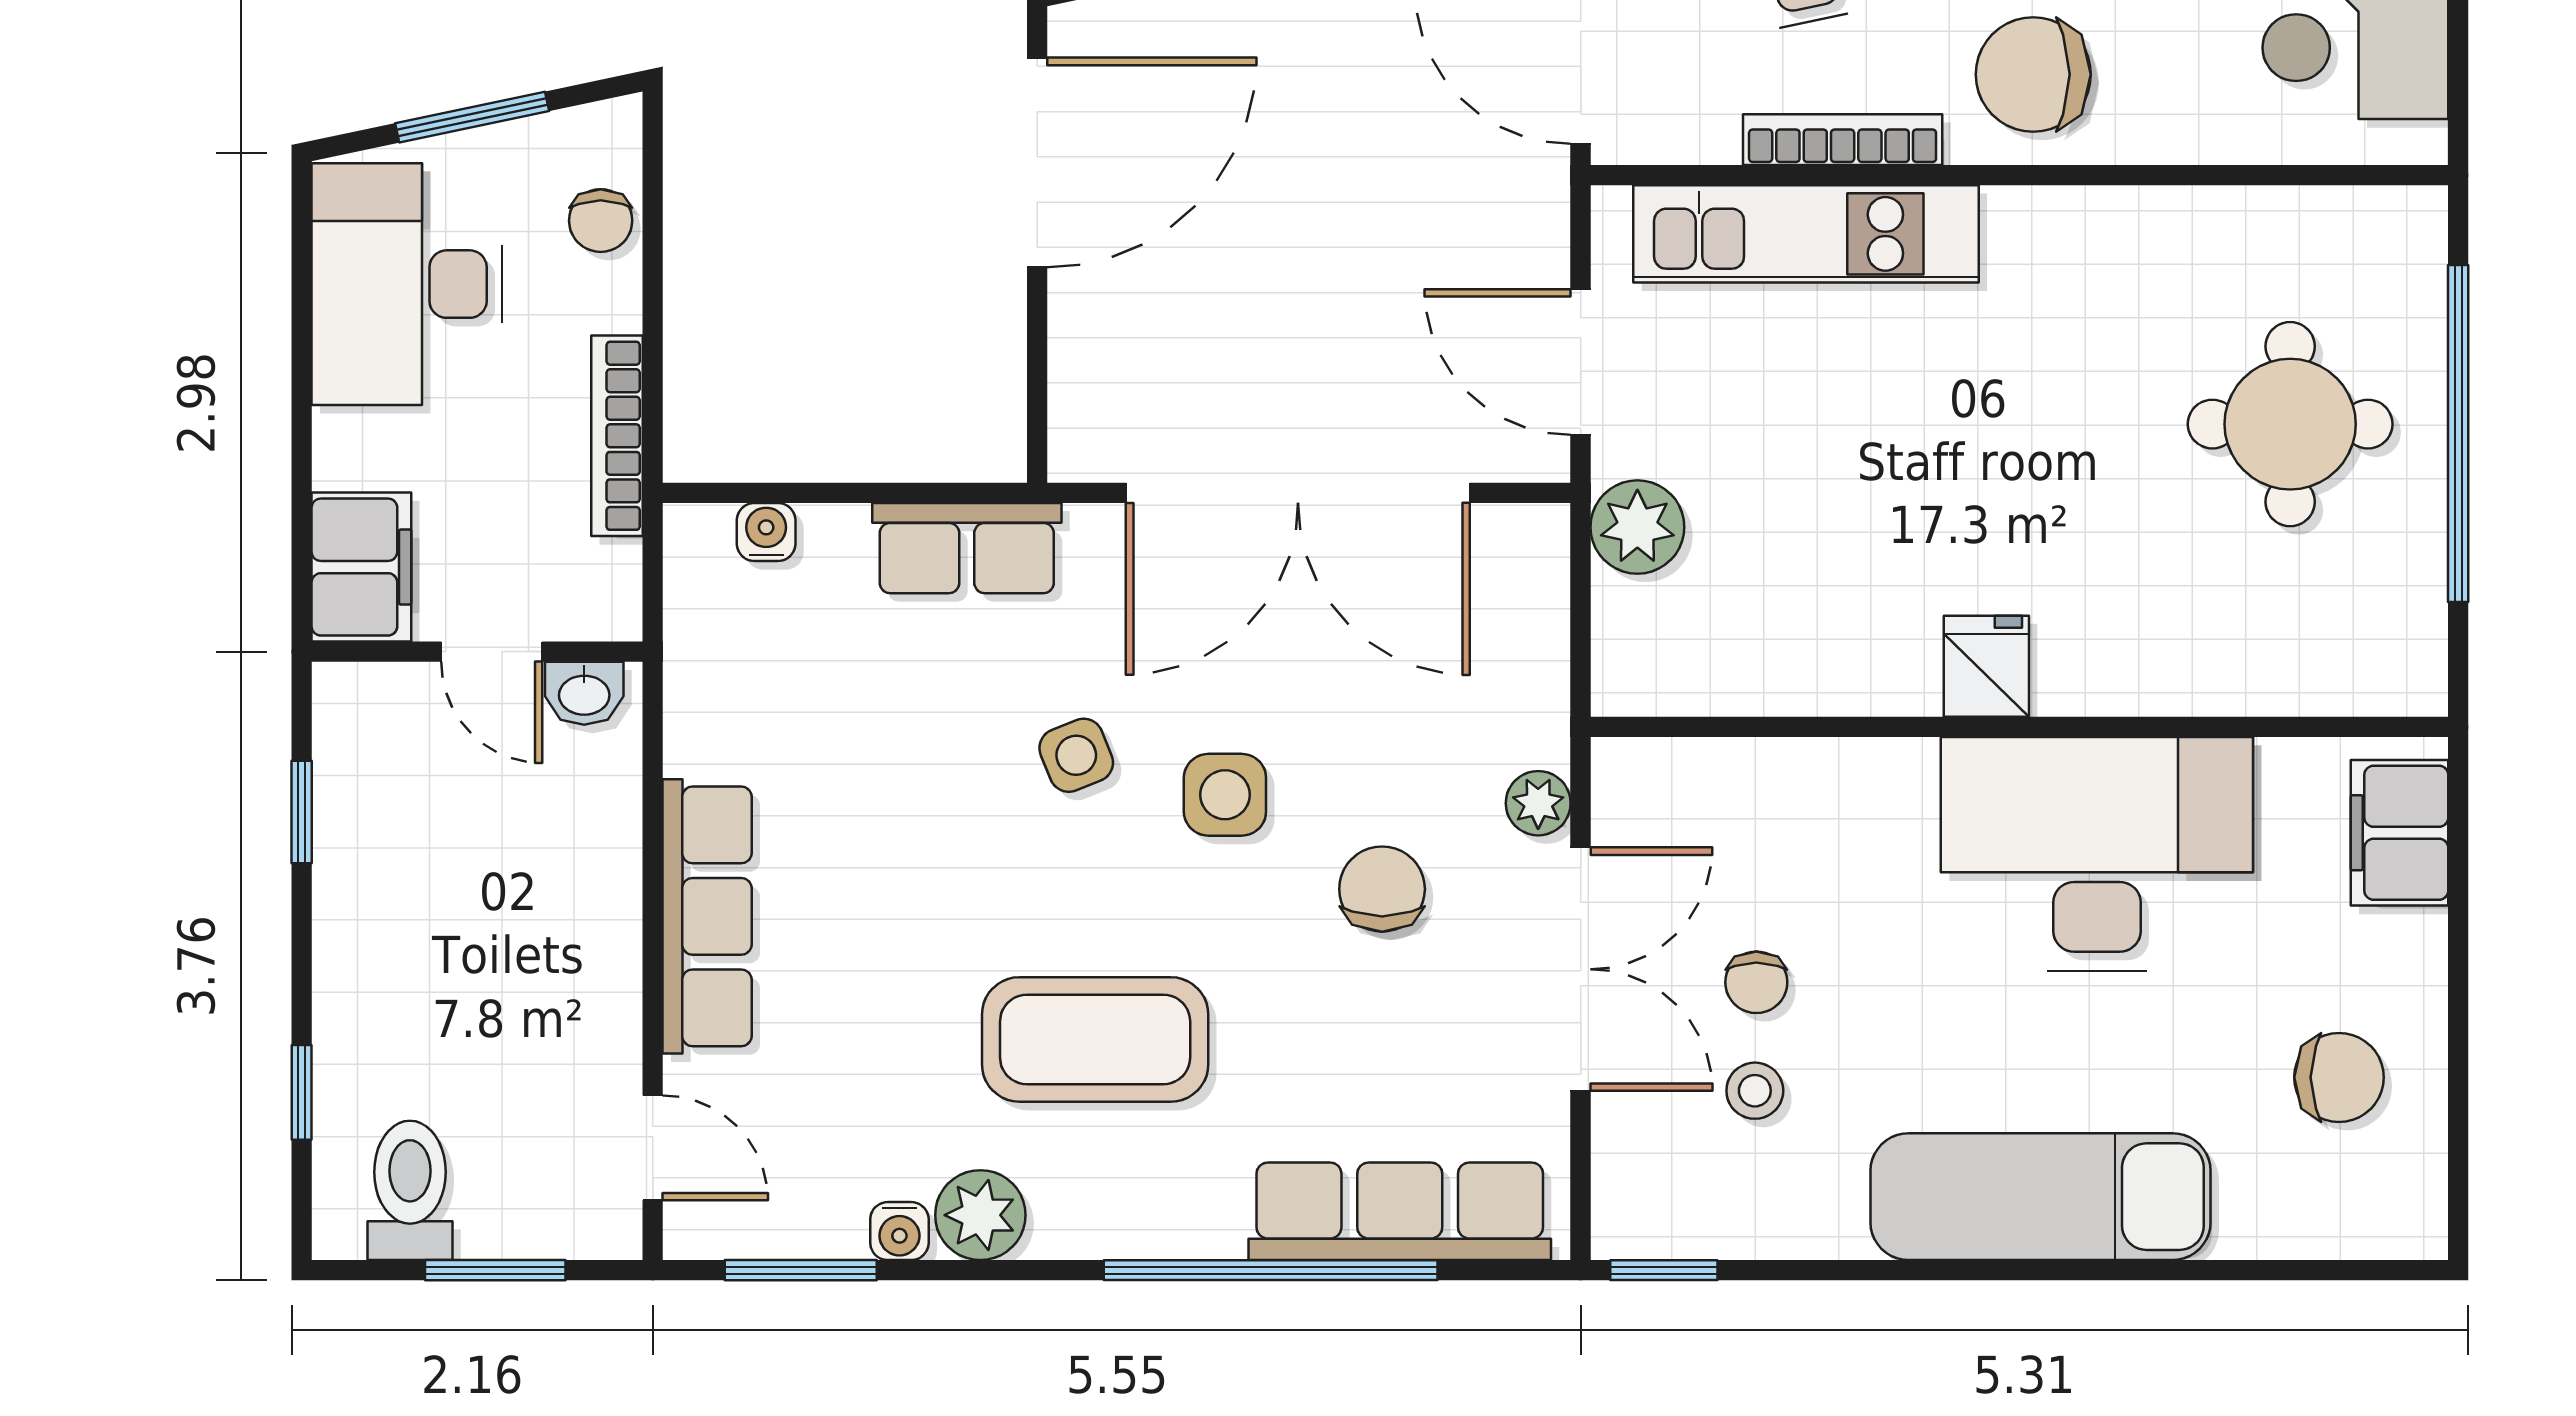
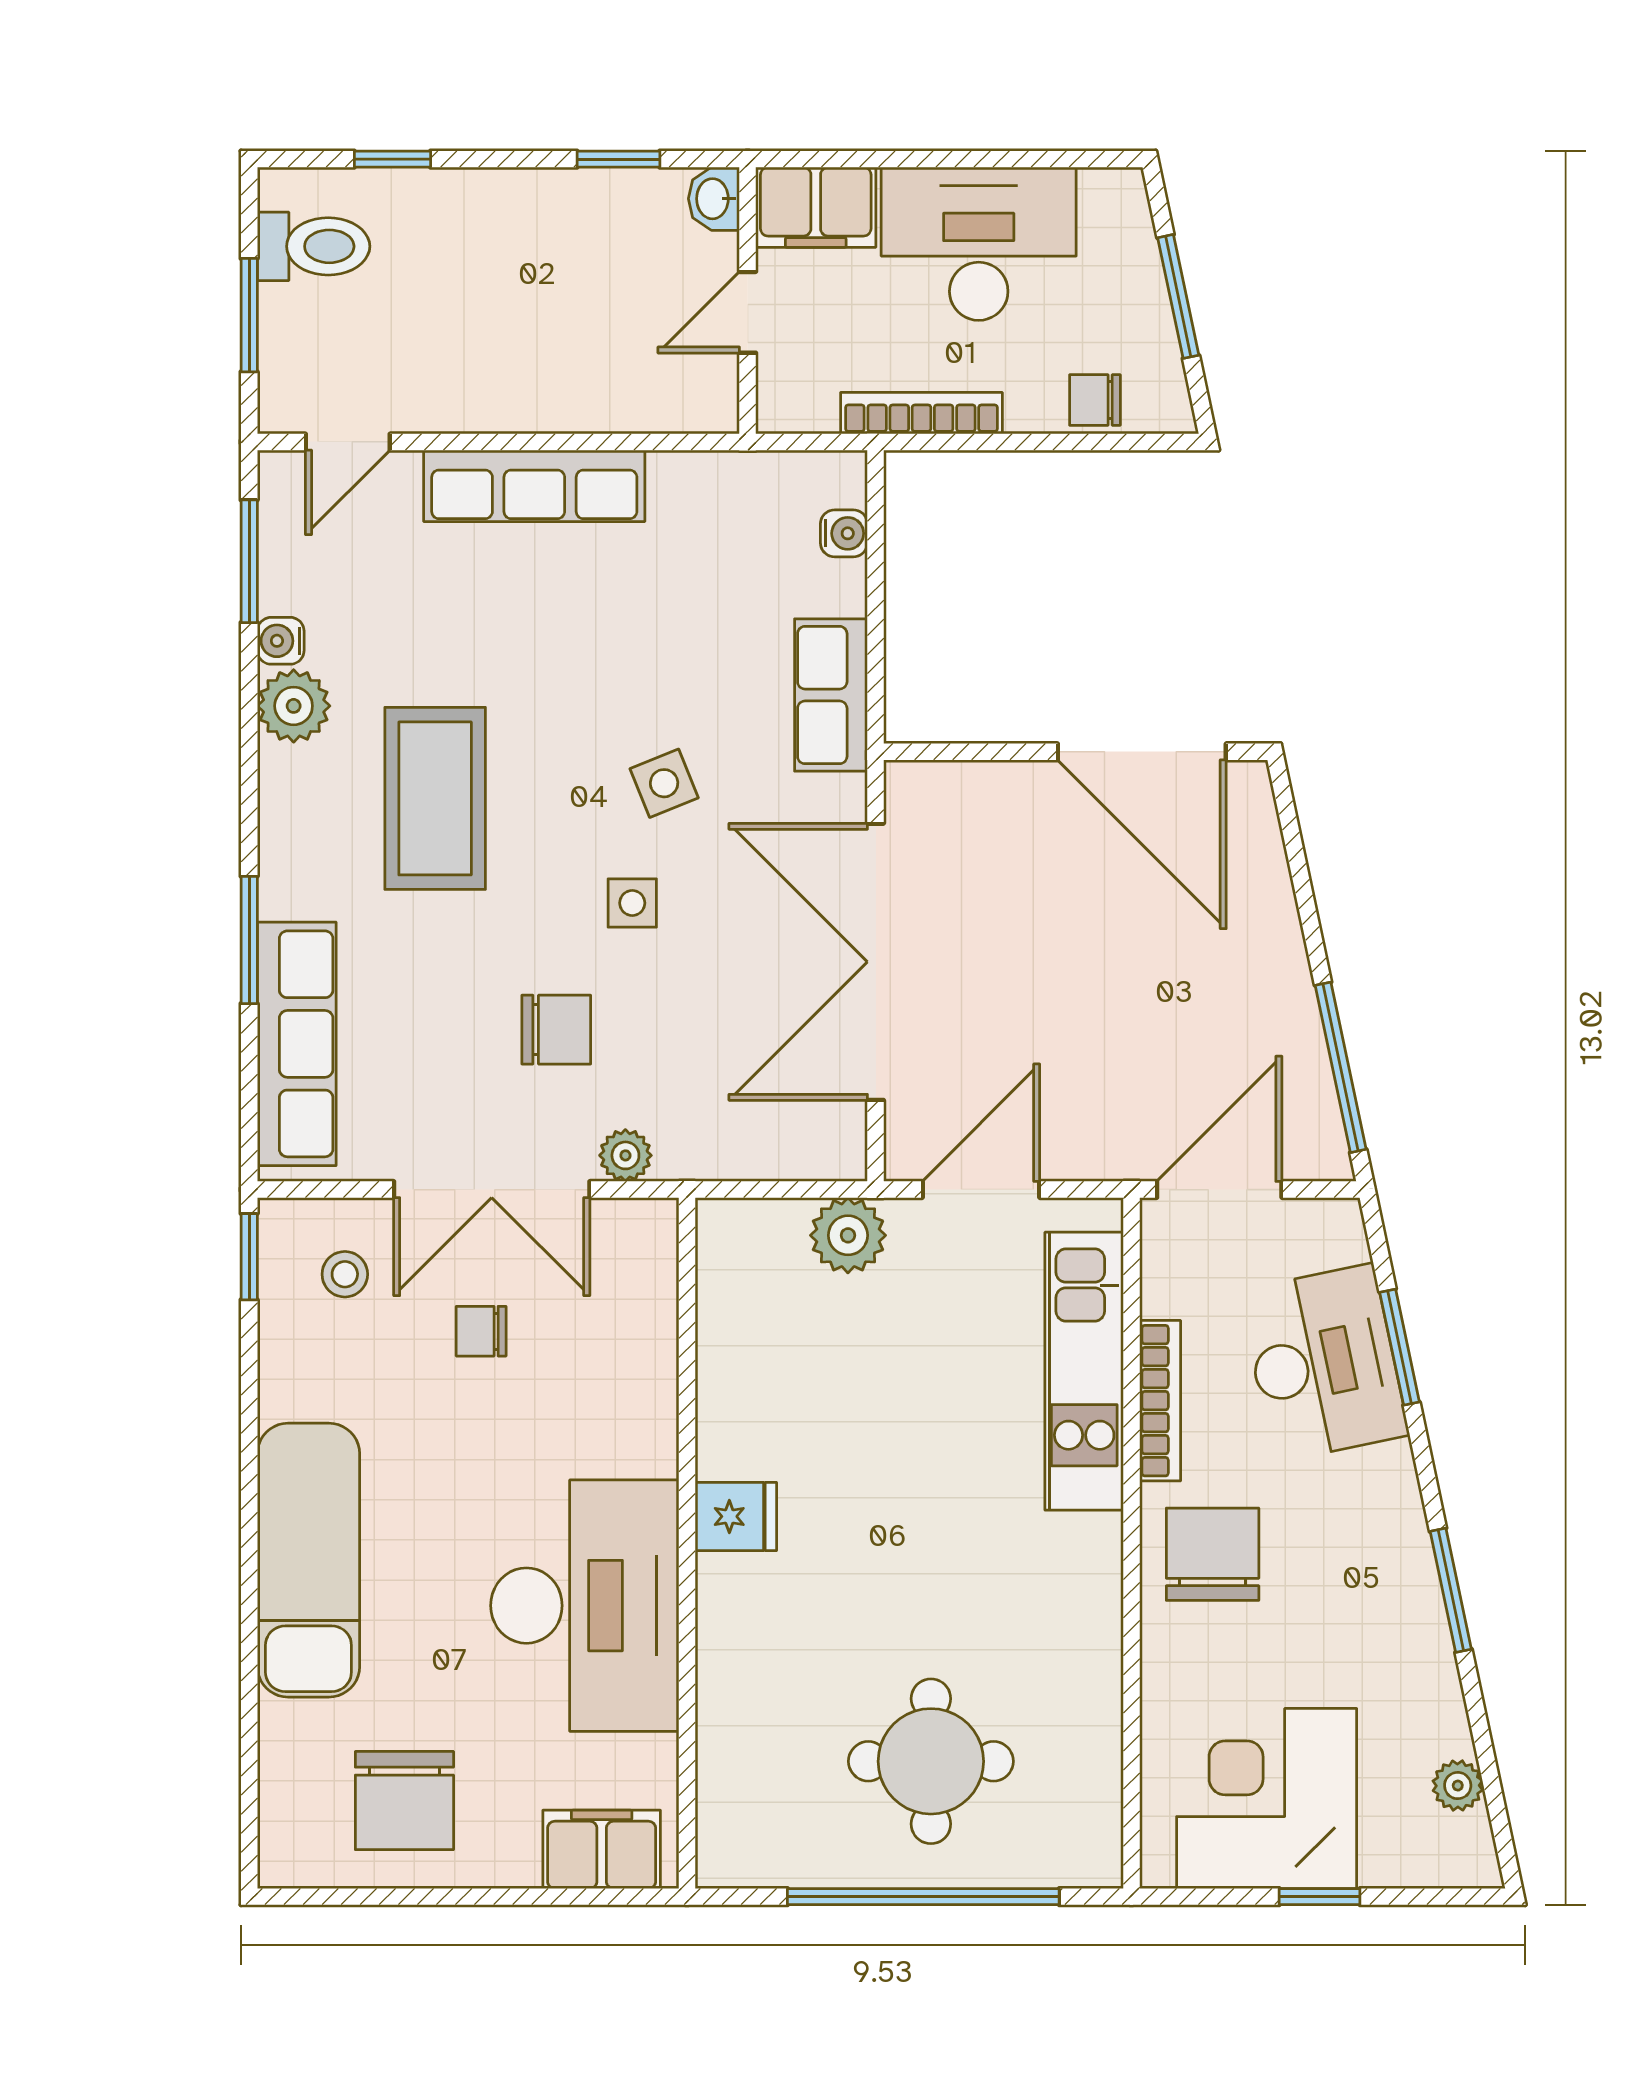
desk: (407, 284) -> (979, 244), moved
washbasin: (584, 693) -> (714, 199), moved
side table: (1225, 795) -> (632, 903), width x0.73, depth x0.73
chair: (2339, 1077) -> (404, 1801), width x1.37, depth x1.37
stool: (1755, 1091) -> (345, 1274), moved
window: (1271, 1270) -> (249, 940), width x0.47

